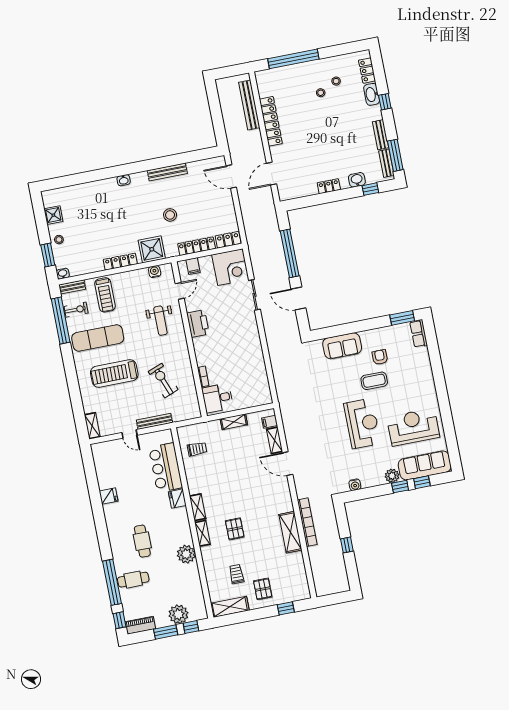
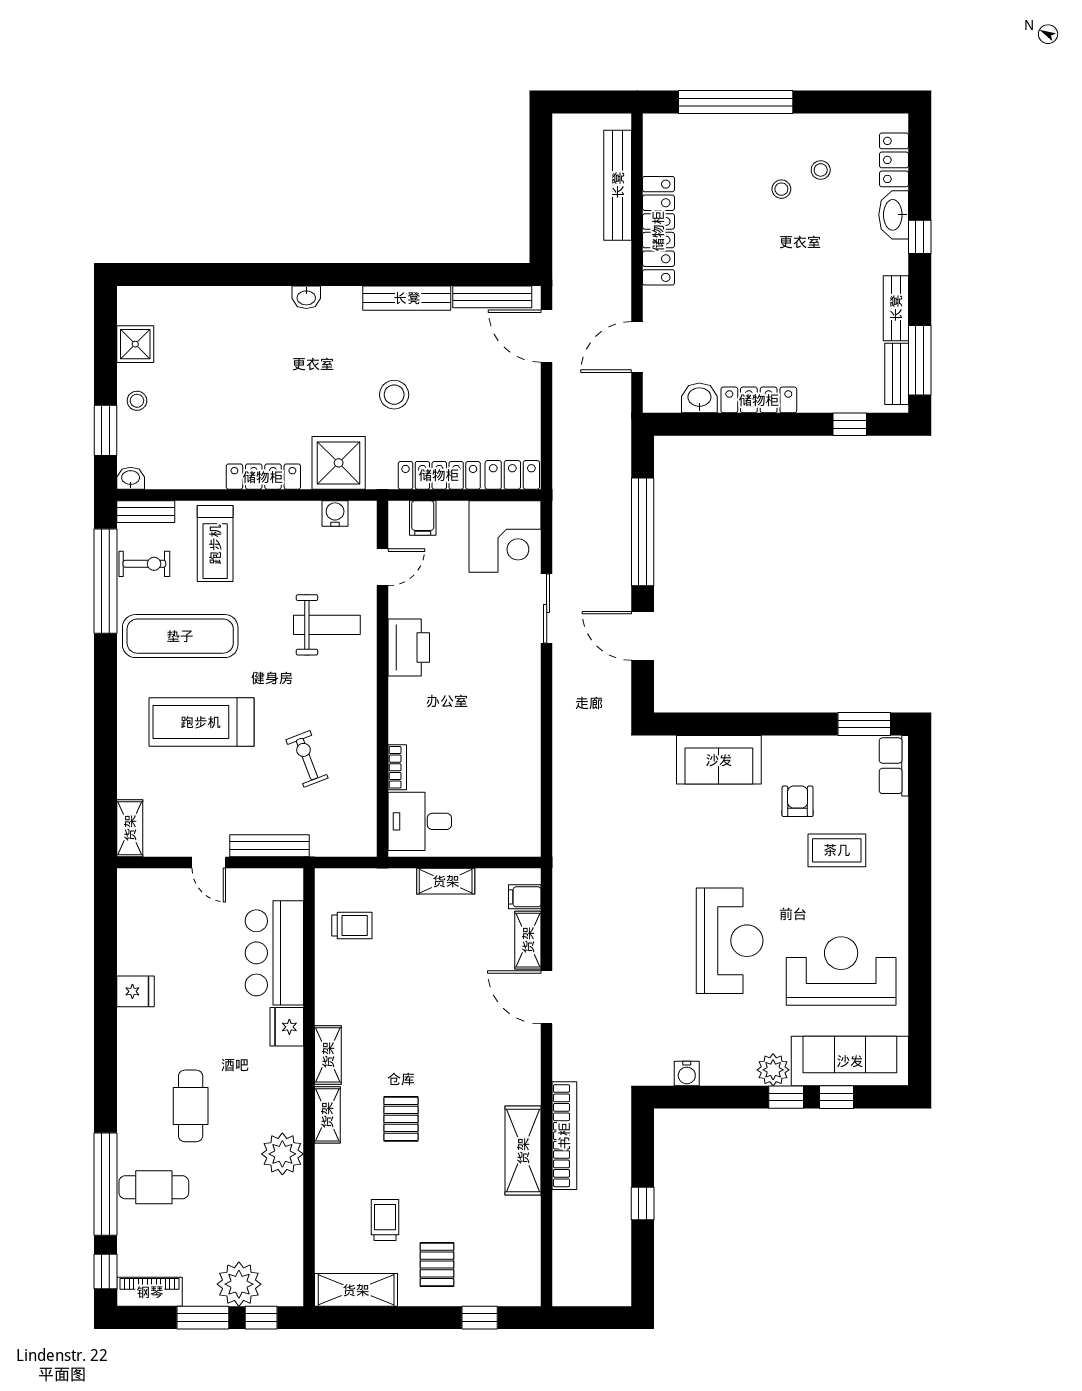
bench: (204, 164) -> (492, 297), added
washbasin: (357, 180) -> (699, 398), moved
locker: (329, 186) -> (759, 400), width x1.53
weight bench: (160, 321) -> (327, 625), turned -90
exercise bike: (163, 381) -> (307, 759), width x0.73, depth x0.72
coffee table: (374, 381) -> (837, 850), moved

